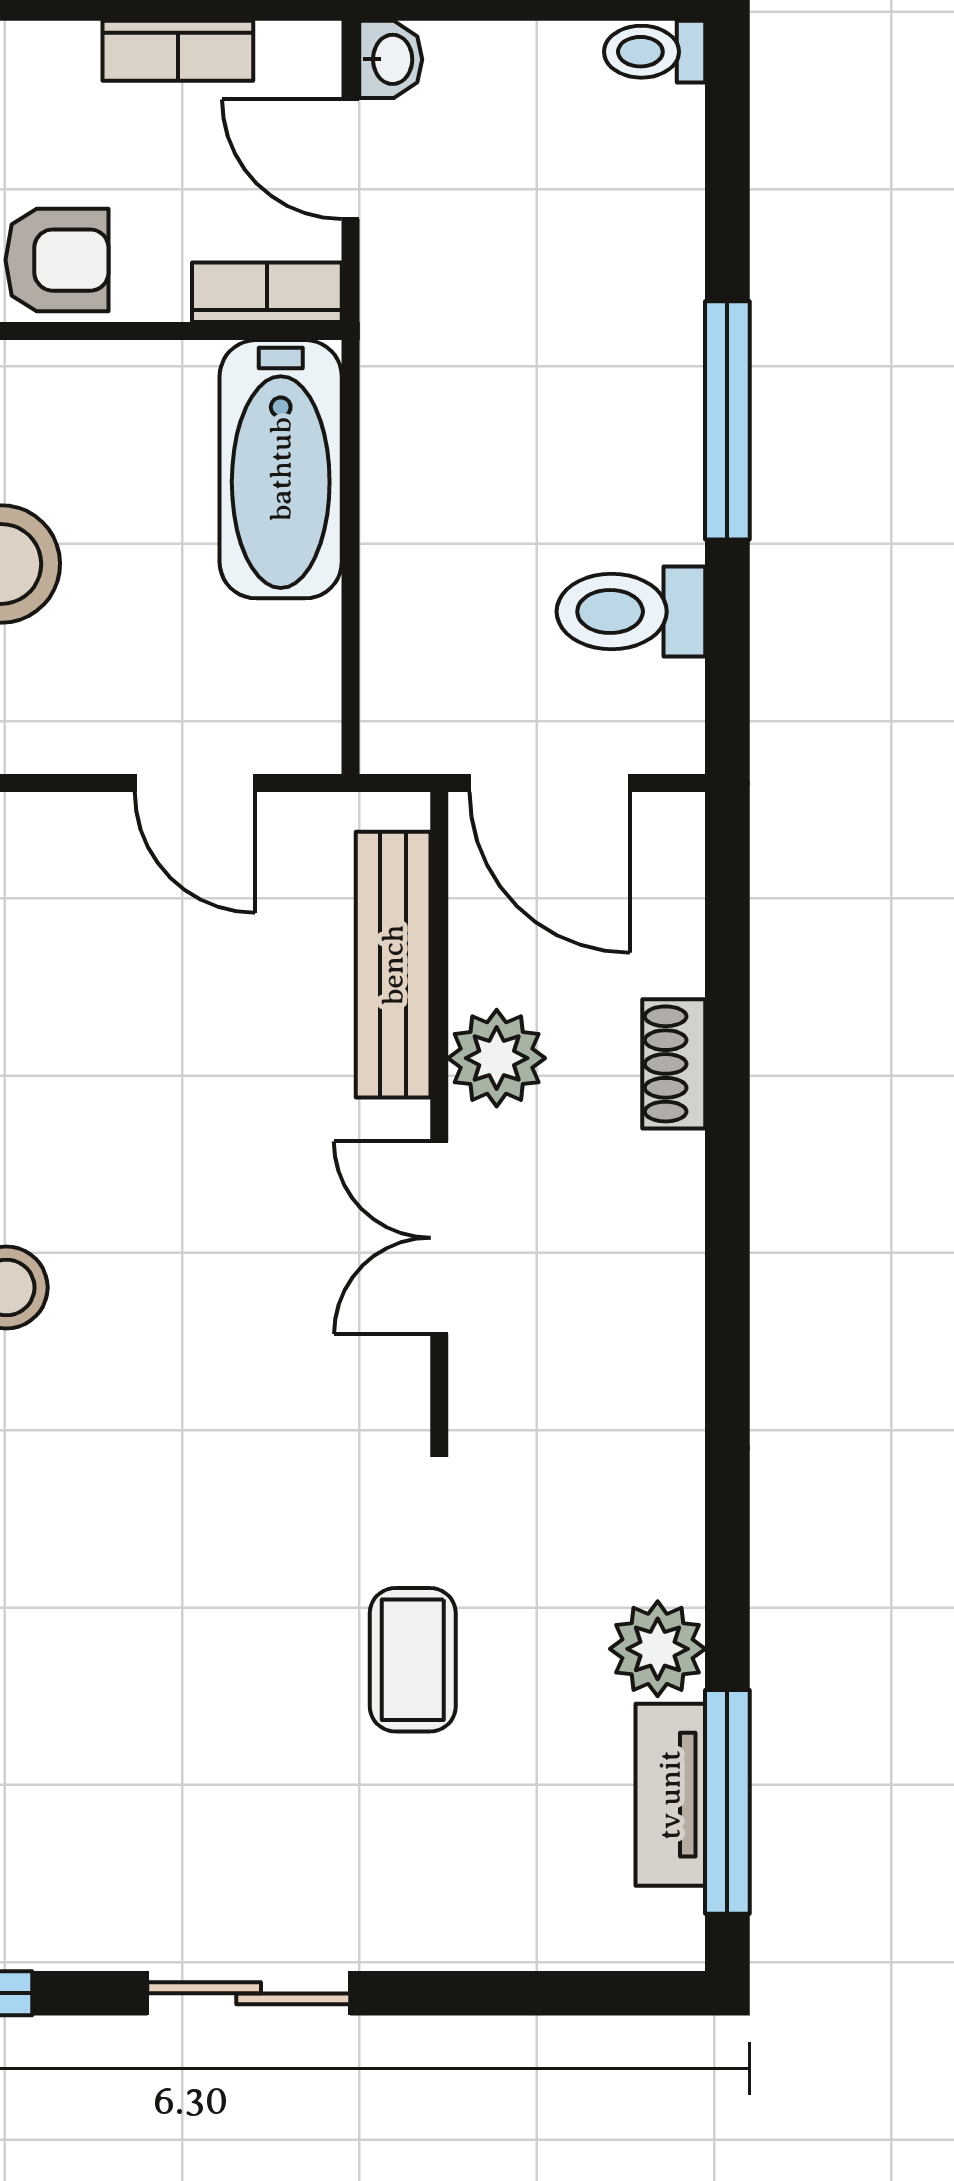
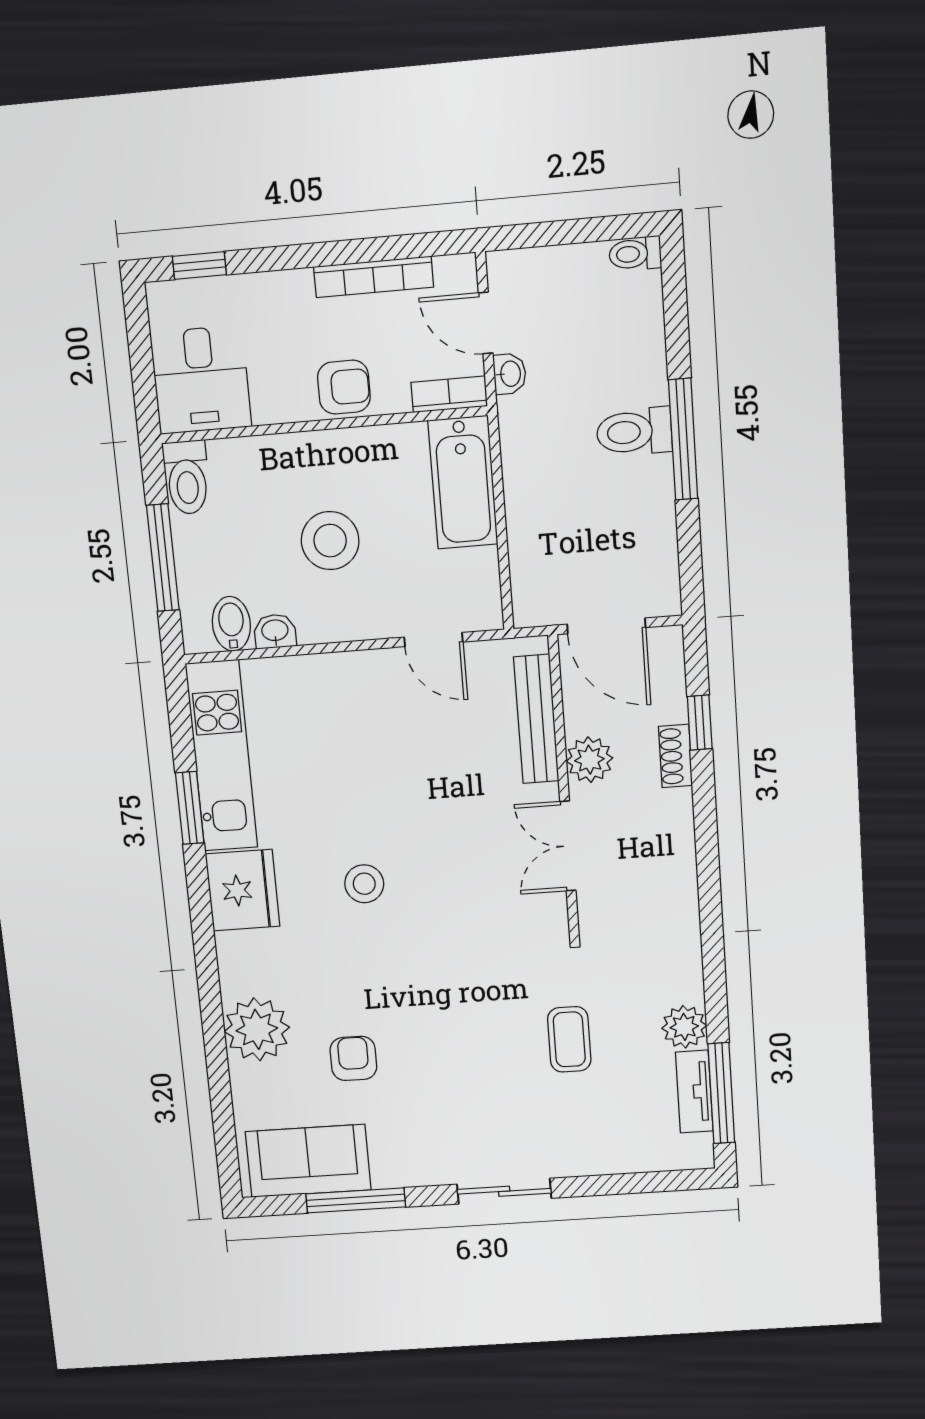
bookcase: (178, 51) -> (374, 277), width x1.56
washbasin: (391, 59) -> (510, 374), moved
toilet: (631, 612) -> (634, 432), moved
window: (727, 998) -> (700, 723), added

